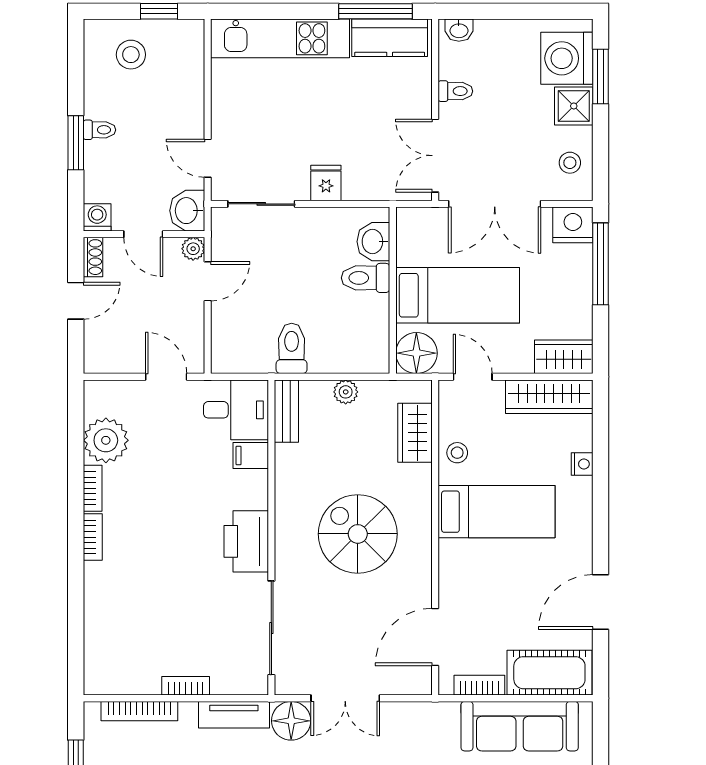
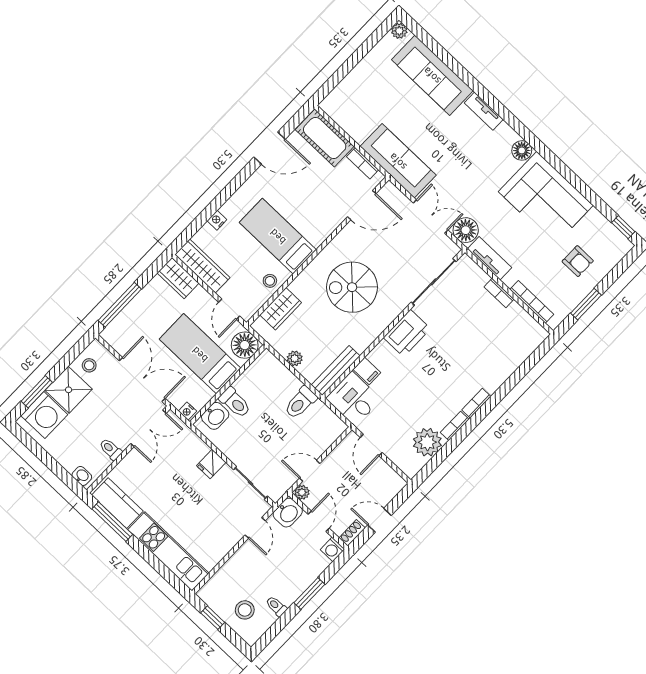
shower: (574, 106) -> (69, 390), width x1.36, depth x1.36
toilet: (99, 130) -> (276, 606), moved
nightstand: (573, 225) -> (187, 411), moved, width x0.53, depth x0.56
bench: (286, 411) -> (336, 370), width x1.36
spiral stairs: (358, 534) -> (352, 287), turned 90
sofa: (520, 726) -> (398, 161), moved

